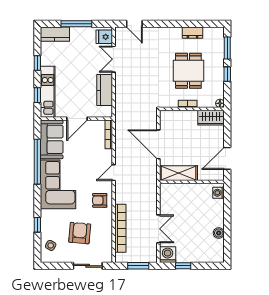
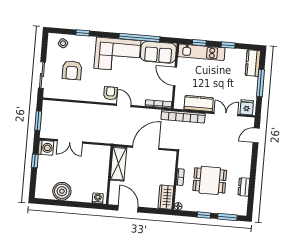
armchair: (100, 200) -> (110, 93), moved
bookcase: (120, 228) -> (183, 117), moved
armchair: (80, 233) -> (72, 70), turned 85
boiler: (219, 233) -> (62, 191), width x1.86, depth x1.86

